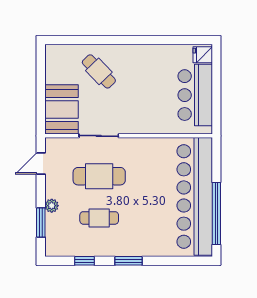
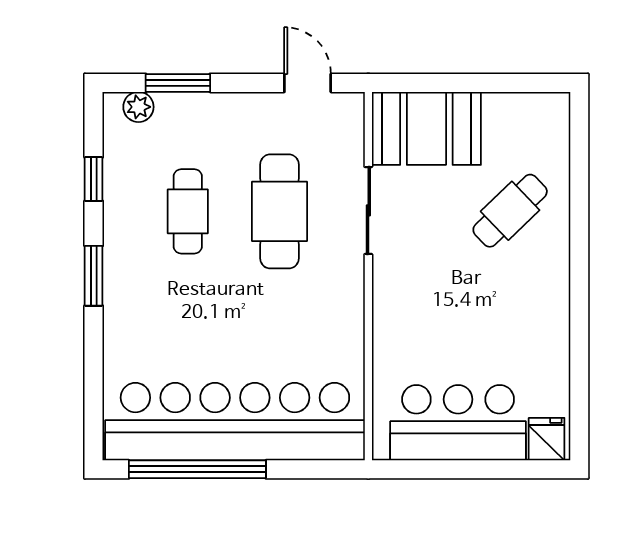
plant: (52, 206) -> (138, 107), moved

